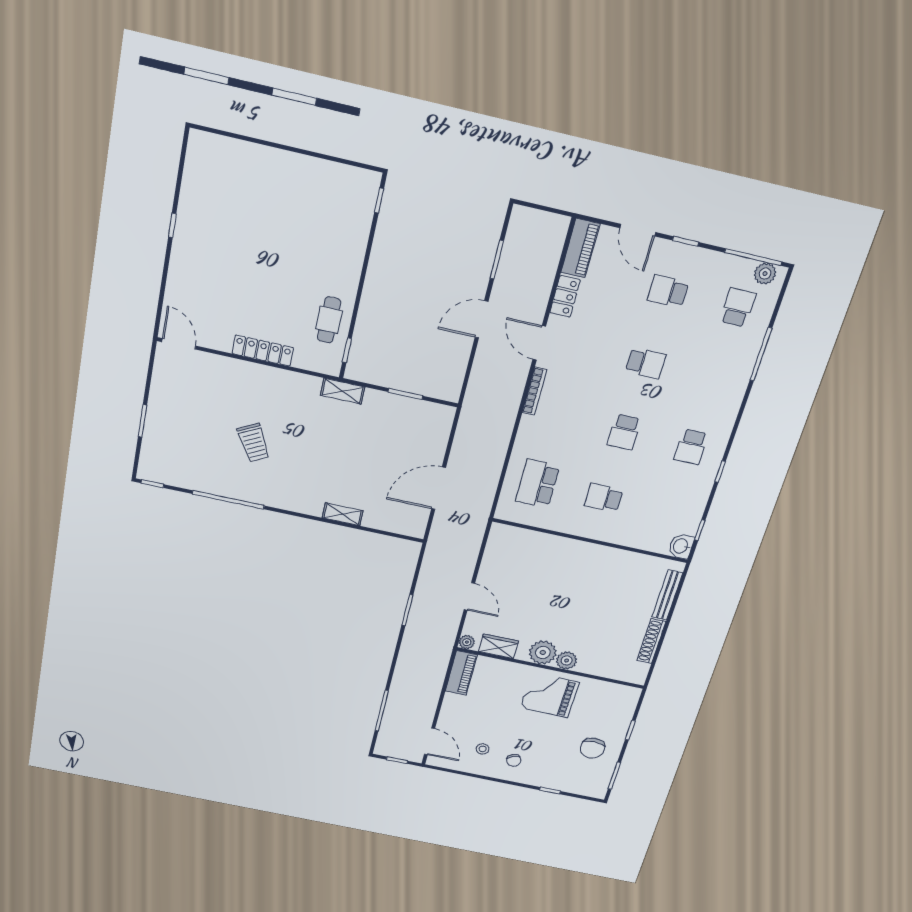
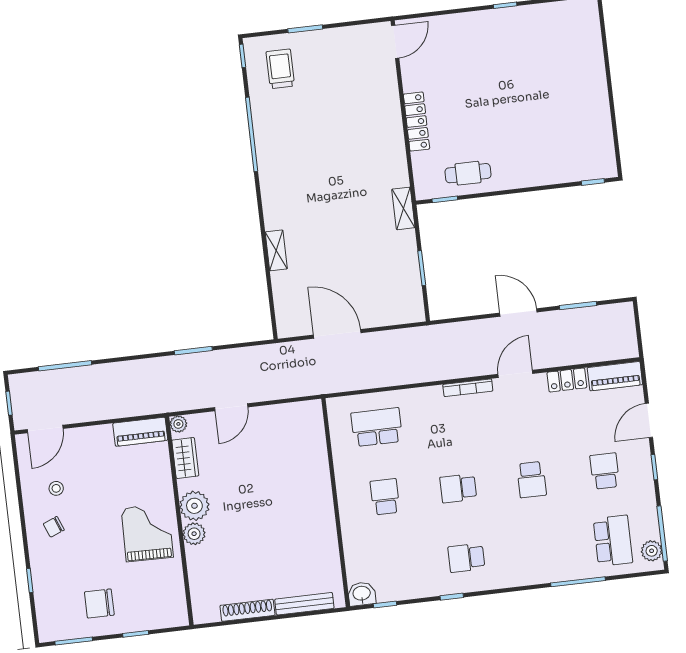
school desk: (738, 307) -> (613, 541), width x1.85
trolley: (254, 443) -> (280, 69), moved, turned 118

